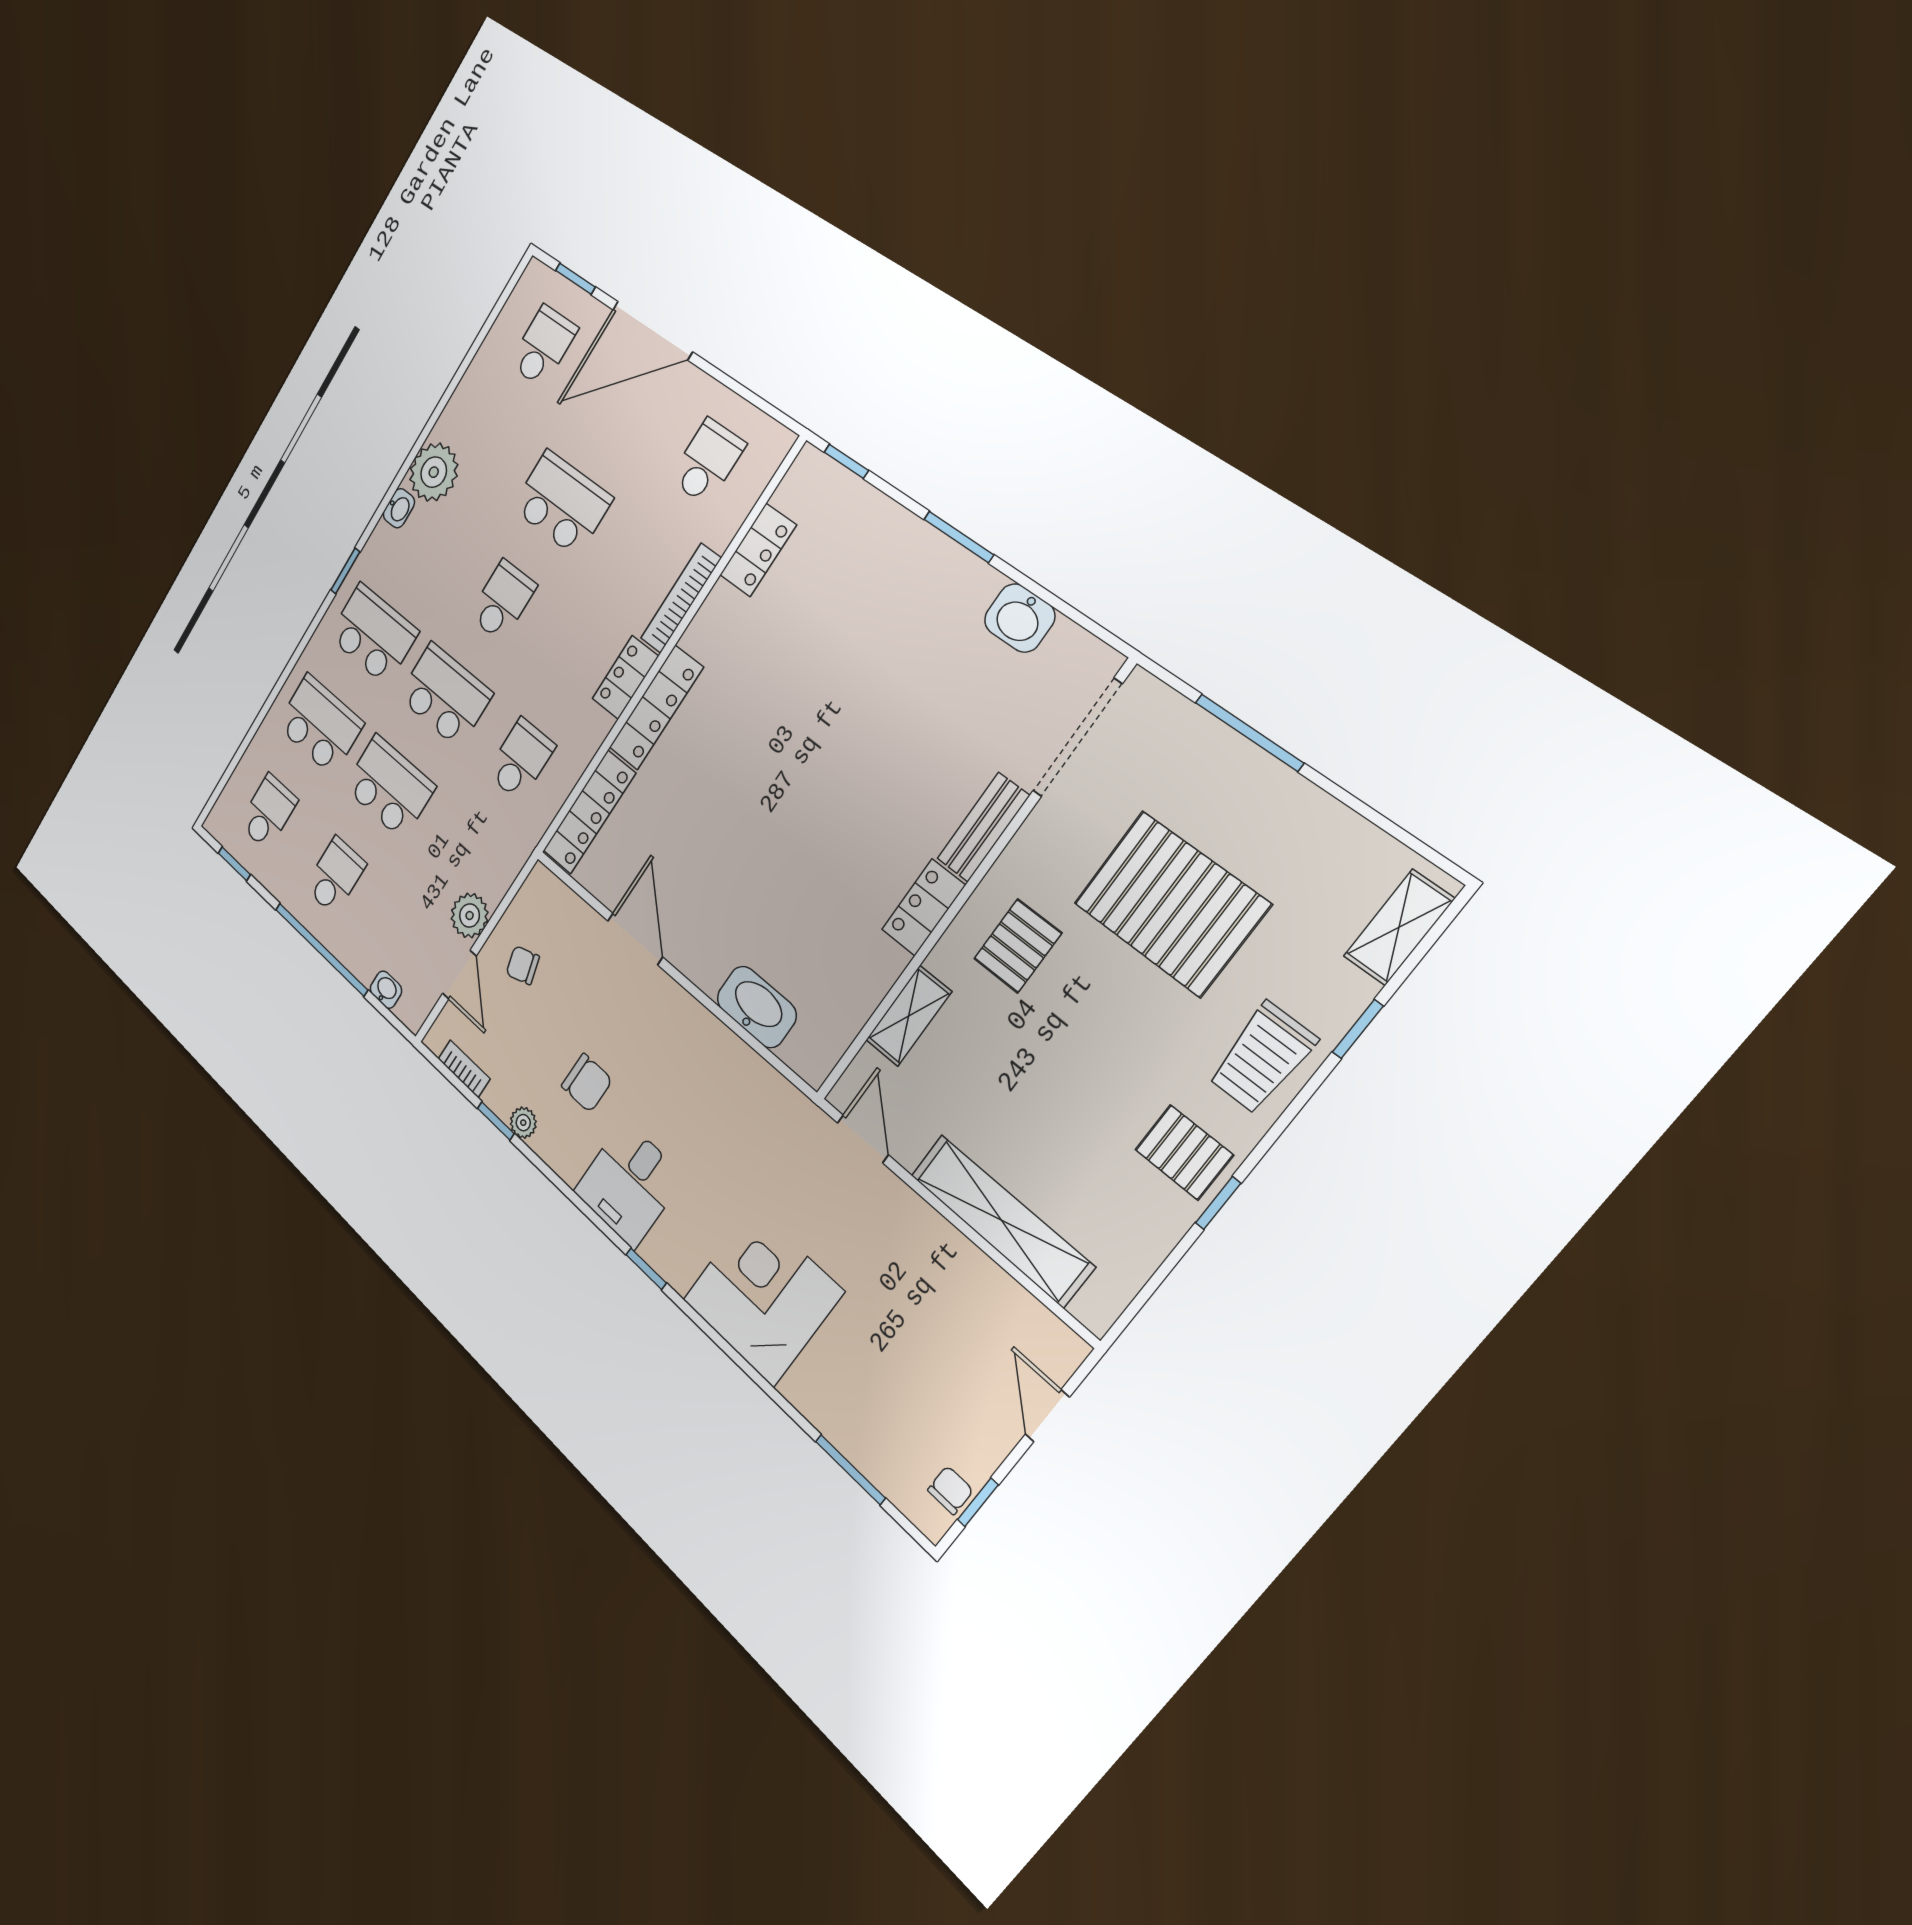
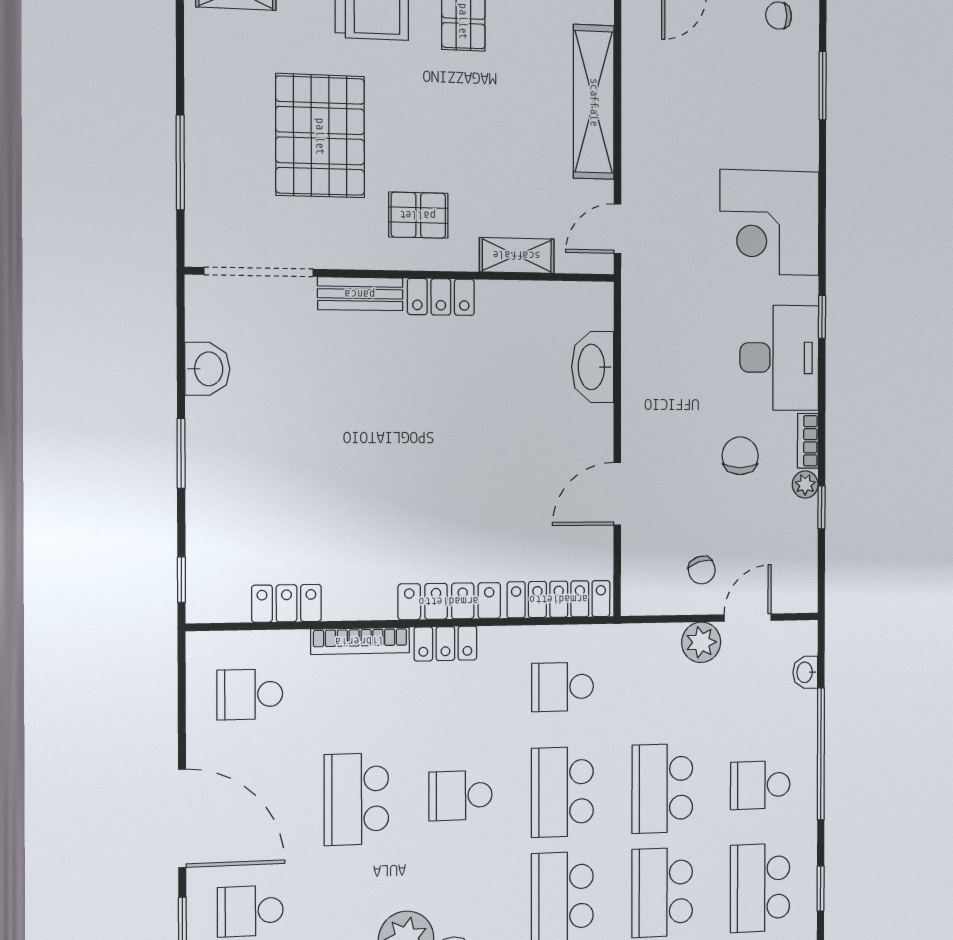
school desk: (268, 812) -> (760, 888), width x1.85
bookcase: (464, 1069) -> (808, 441), moved
desk: (629, 1184) -> (779, 358), width x1.37

